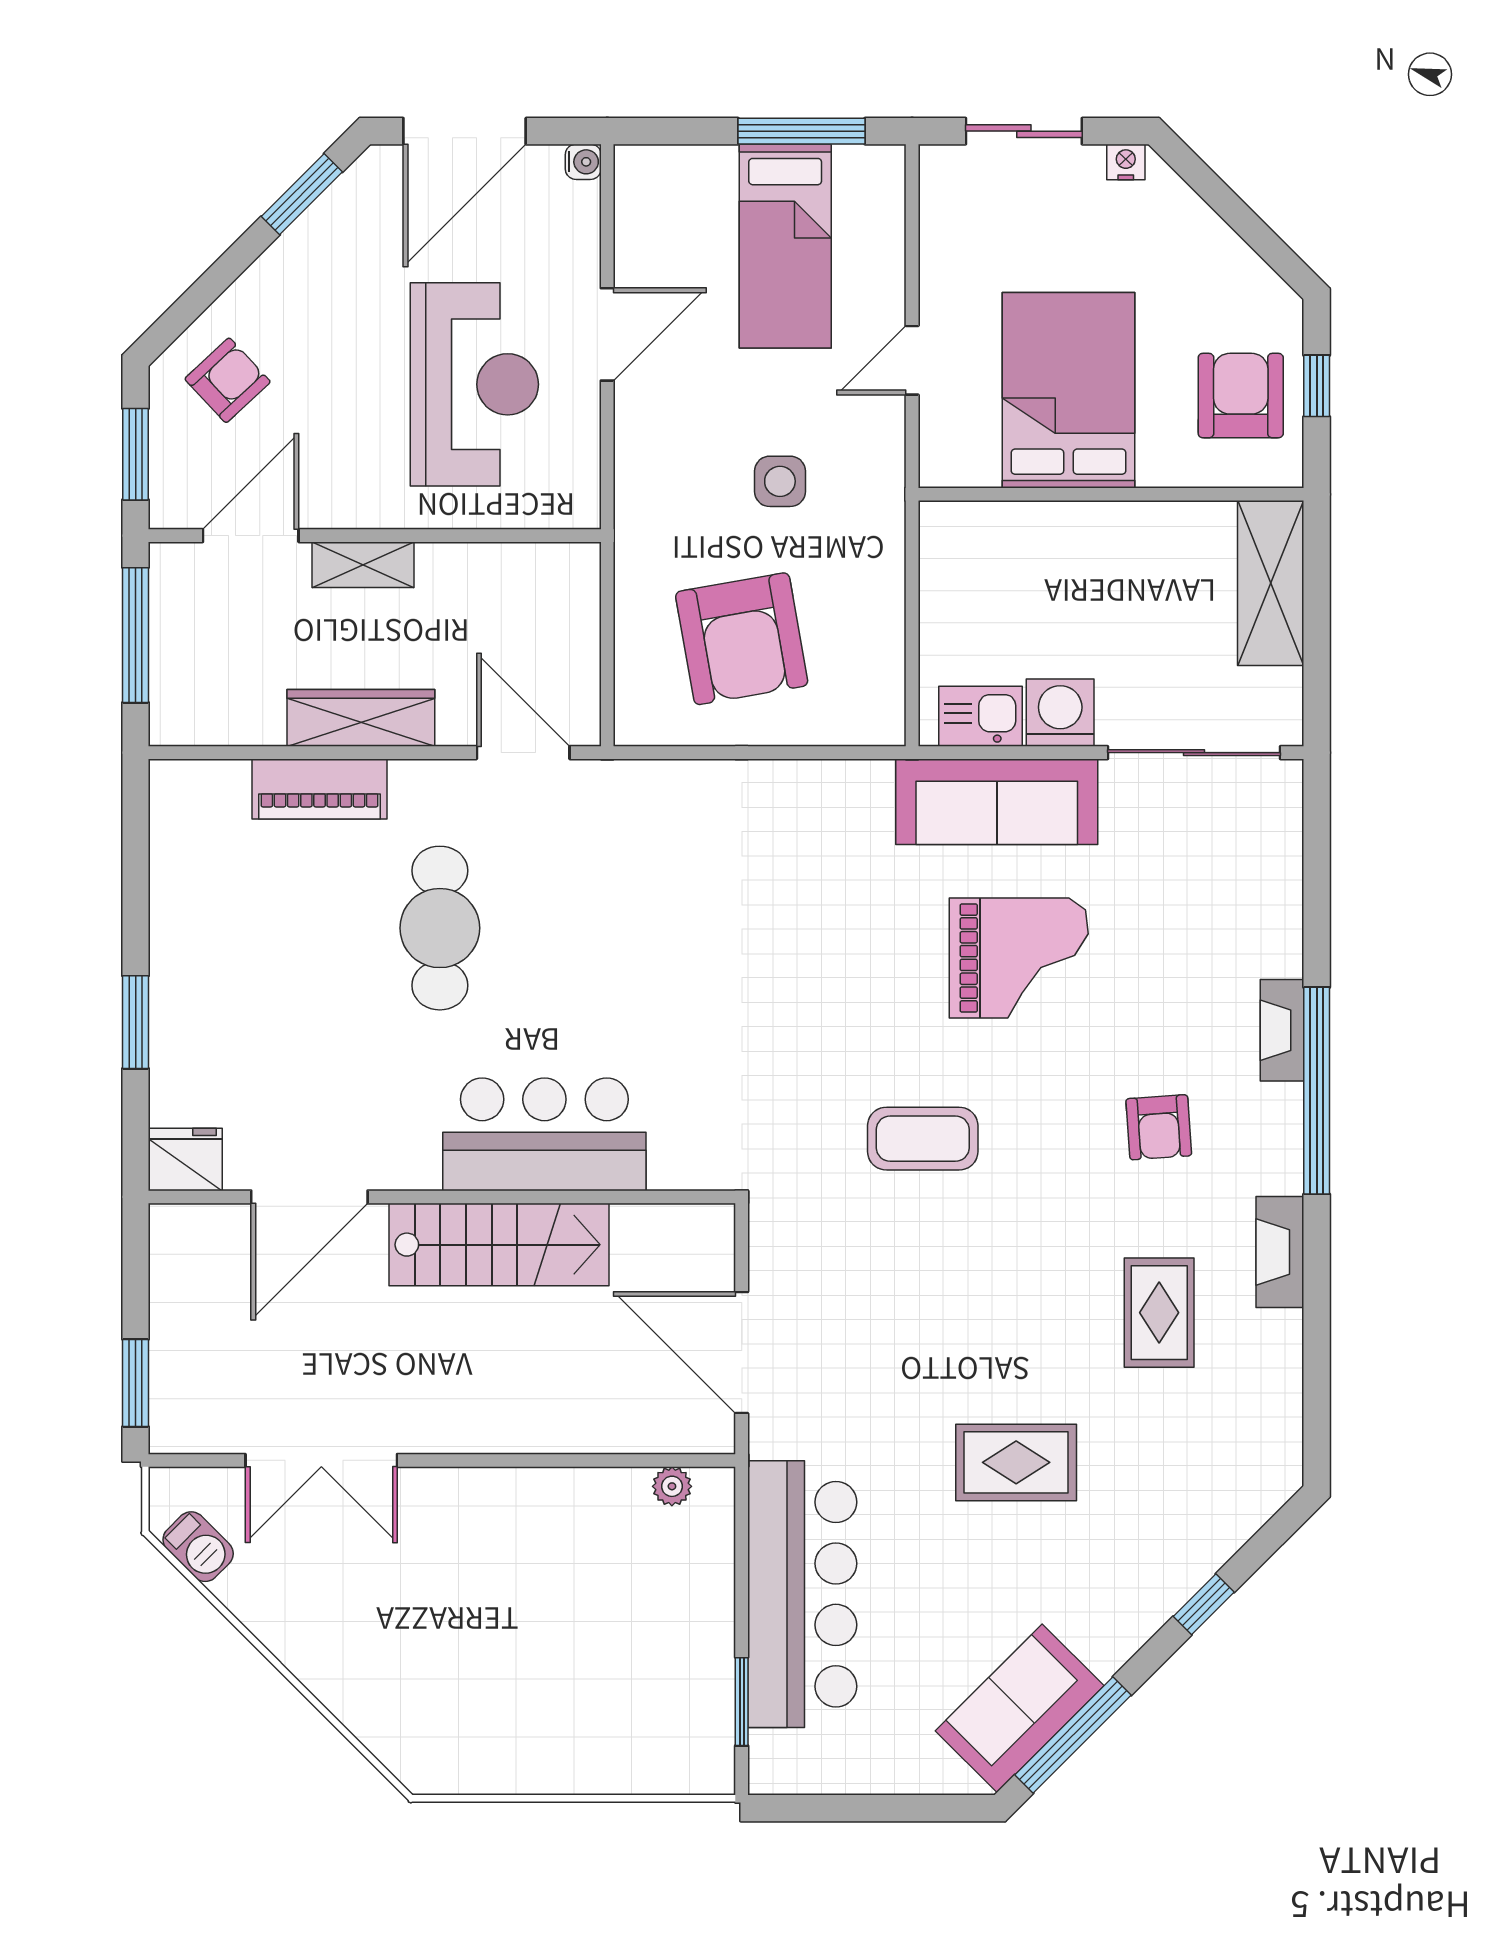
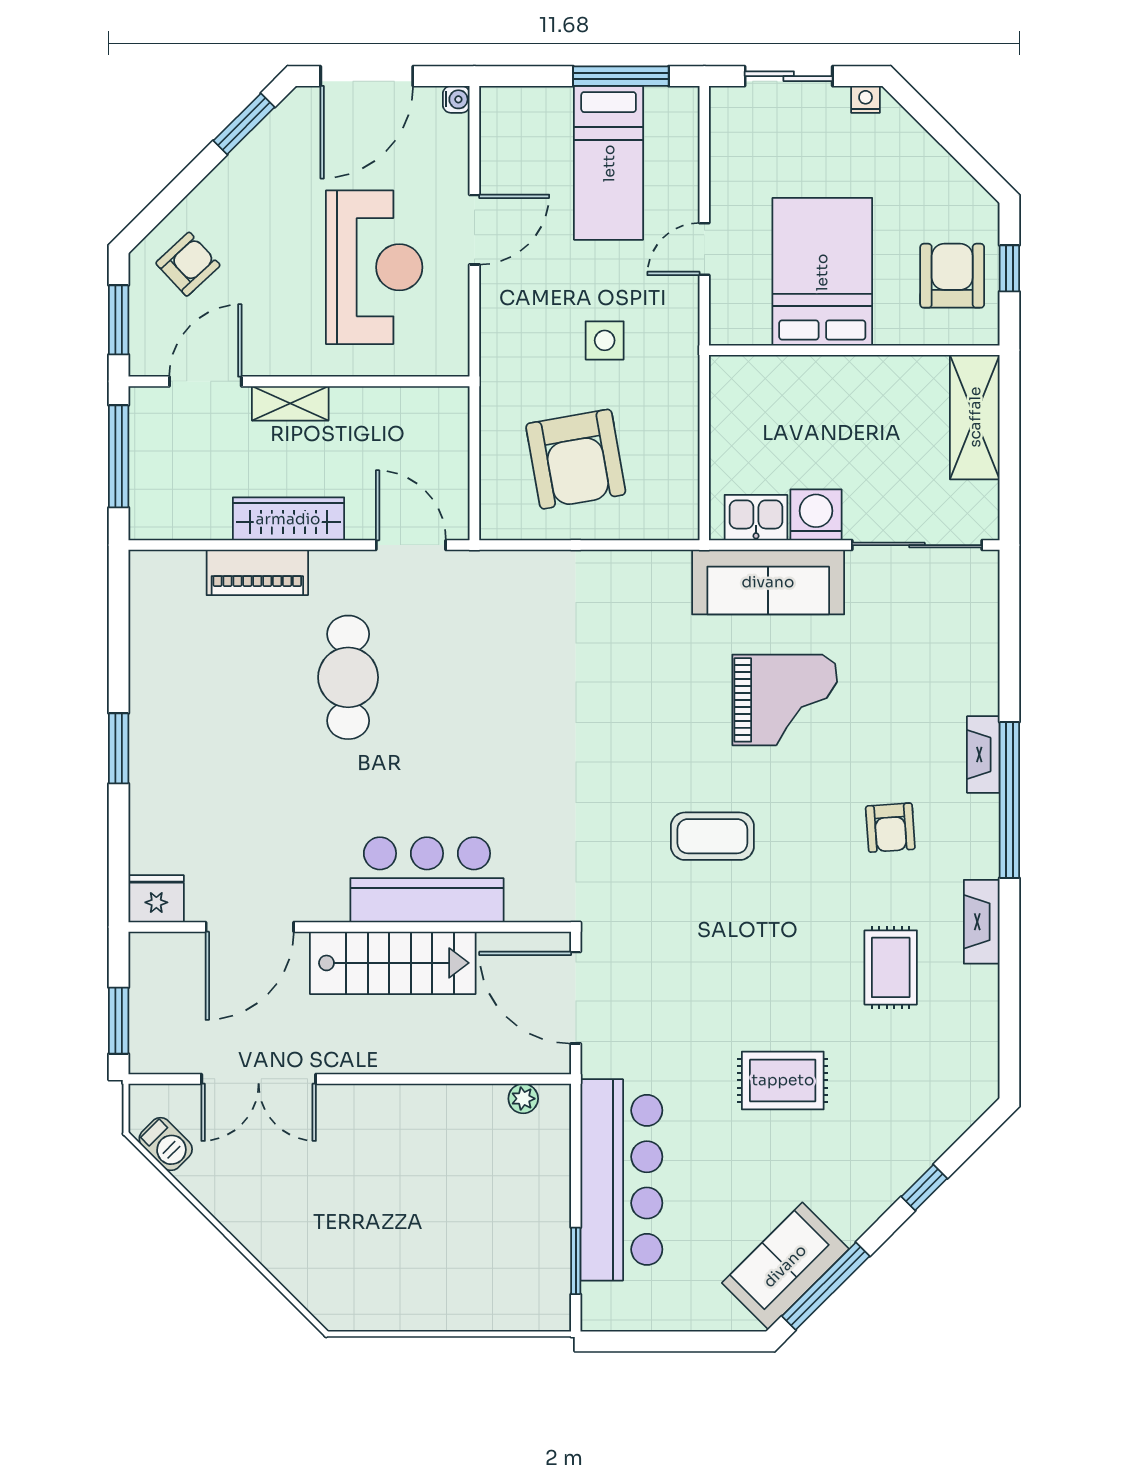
bar counter: (544, 1134) -> (427, 880), moved
fridge: (186, 1159) -> (156, 899), moved
door: (309, 1197) -> (250, 927), moved
wall: (442, 1197) -> (350, 927), moved
stairs: (499, 1245) -> (393, 963), moved

